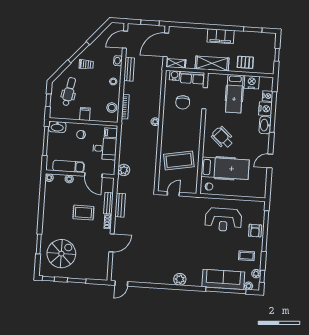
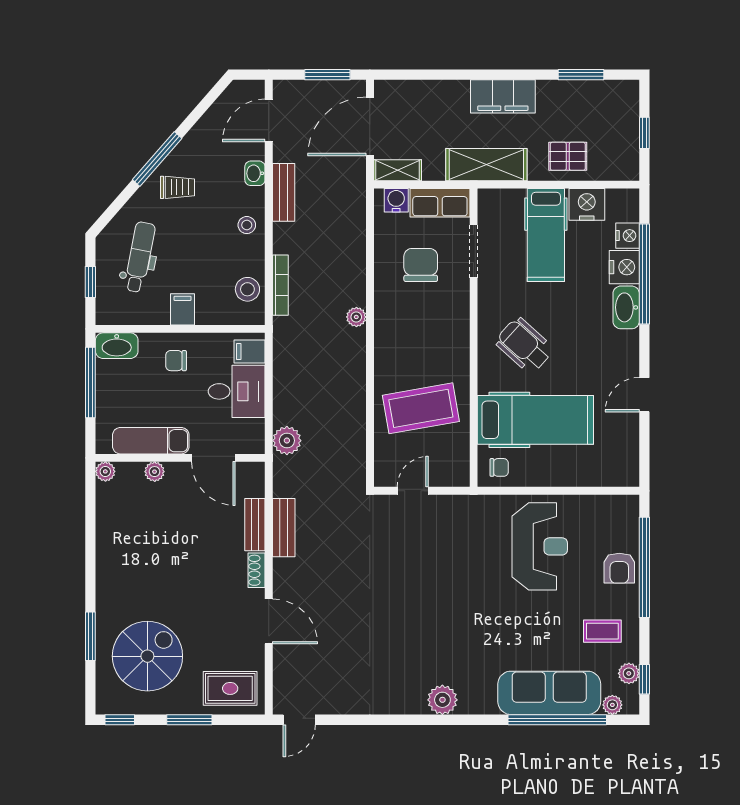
chair: (183, 102) -> (421, 265), turned 180
rug: (83, 213) -> (230, 688), moved
reception desk: (223, 220) -> (540, 546), turned -90
door: (111, 243) -> (269, 621), hinge flipped

